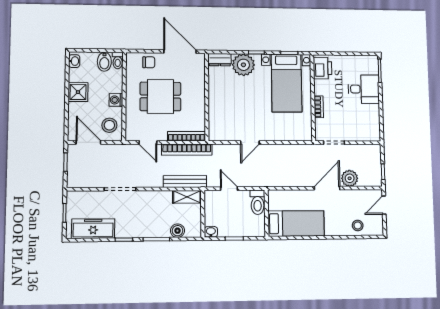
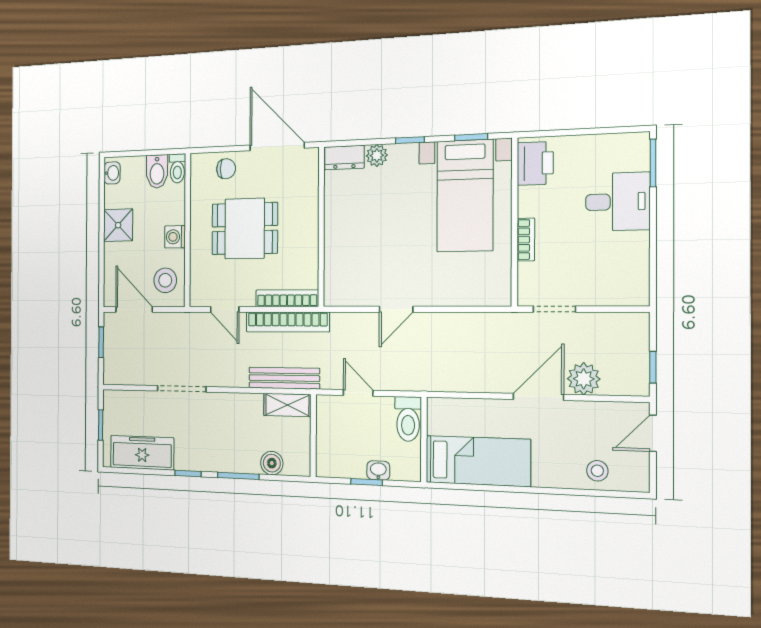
plant: (243, 65) -> (377, 155), width x0.53, depth x0.53
washbasin: (211, 232) -> (378, 470), moved

